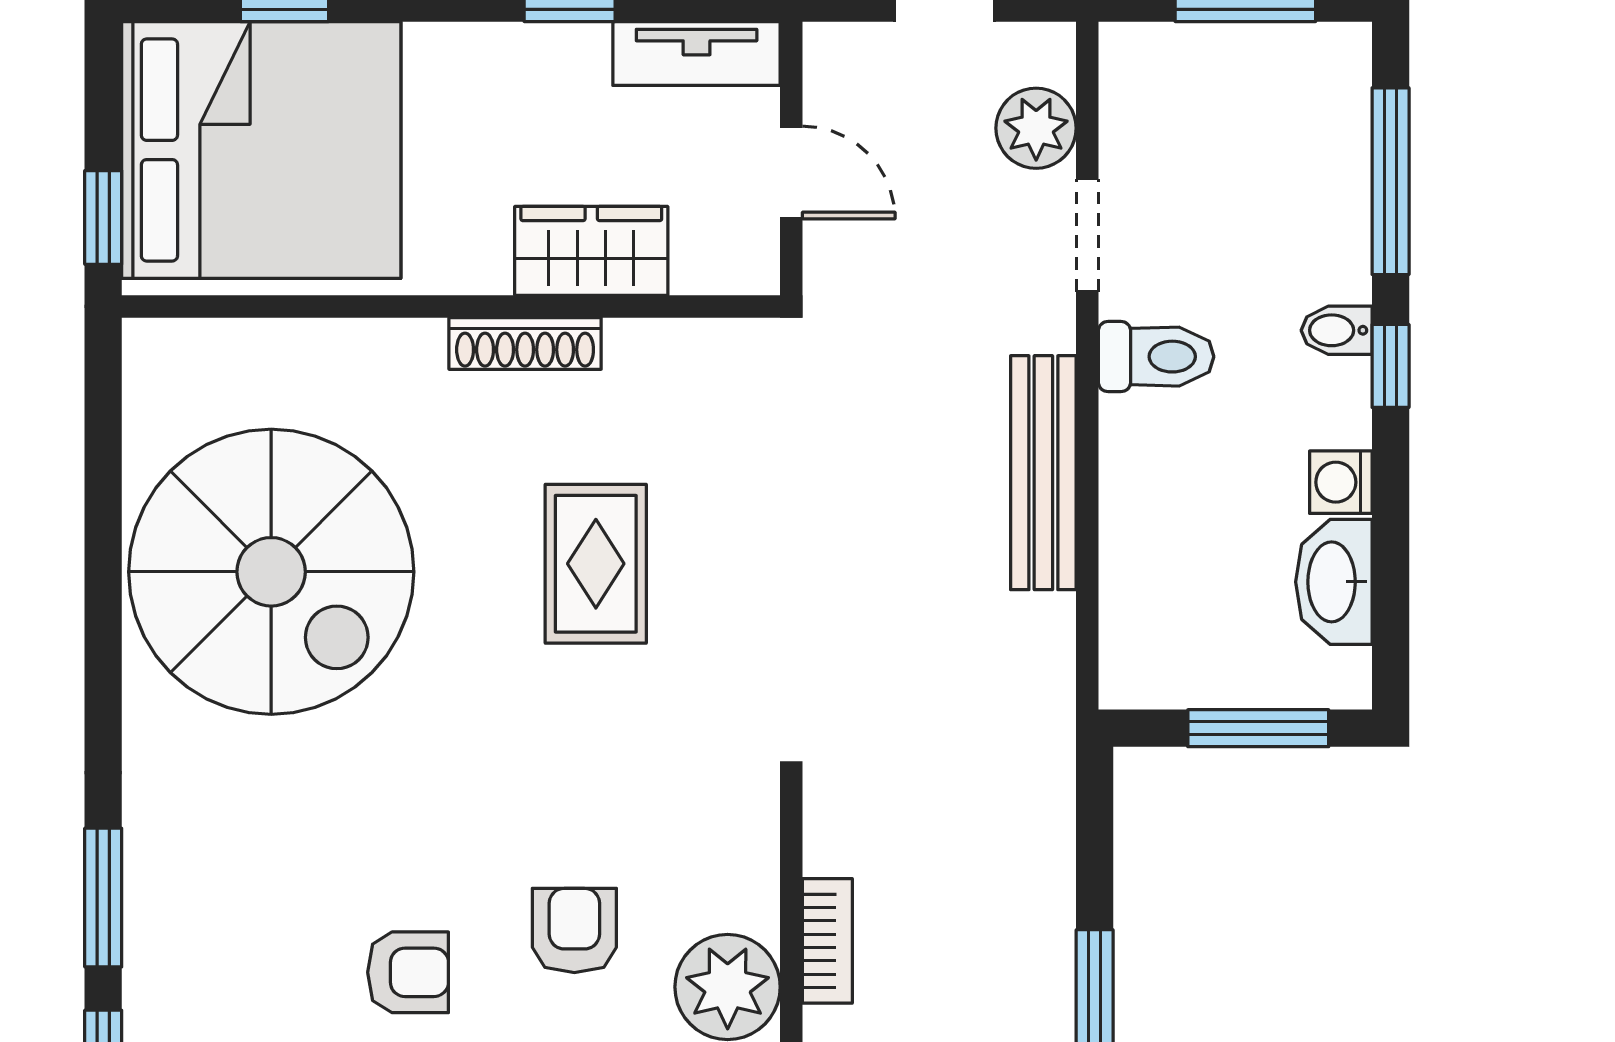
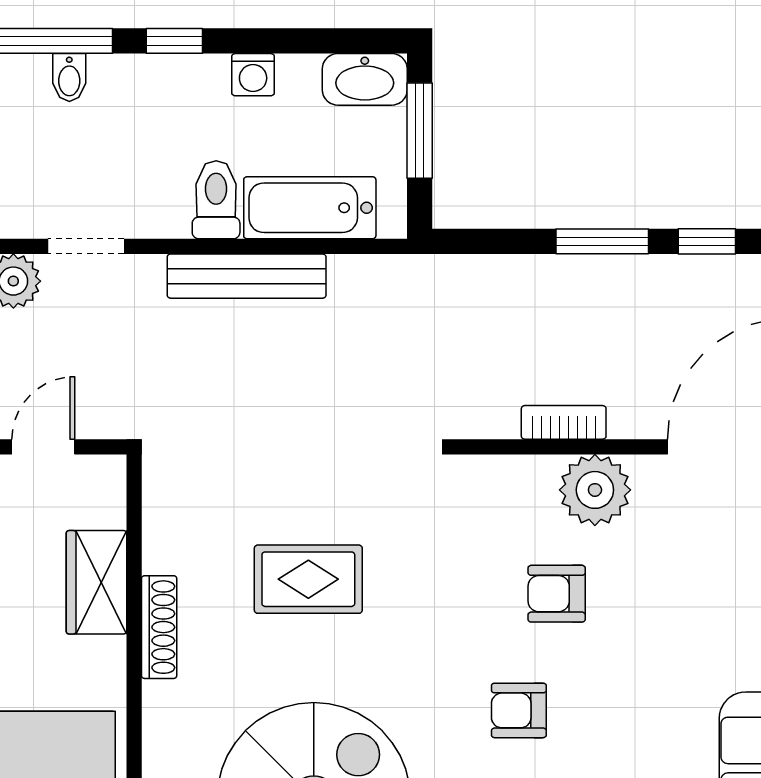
bidet: (1337, 330) -> (69, 77), moved
toilet: (1156, 357) -> (216, 200), moved
bathtub: (1144, 566) -> (310, 208), added
washbasin: (1334, 582) -> (365, 79), moved
armchair: (408, 972) -> (519, 710), moved, turned -90

